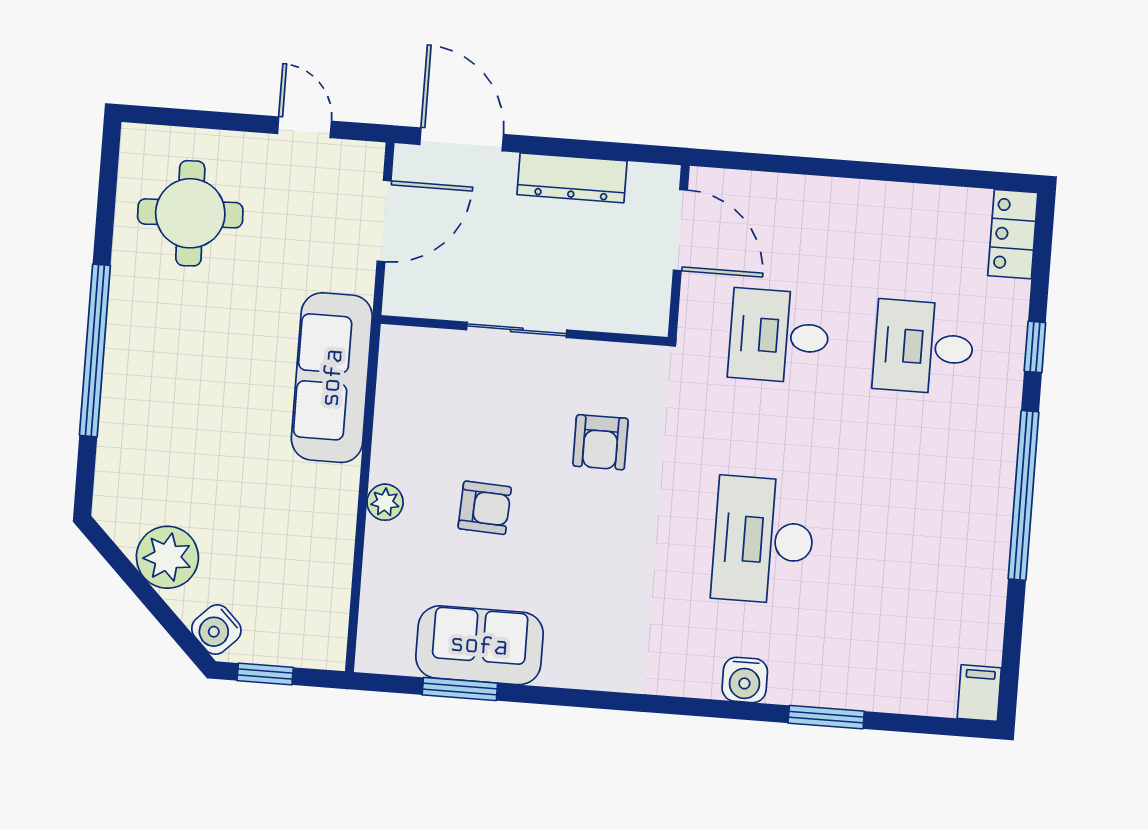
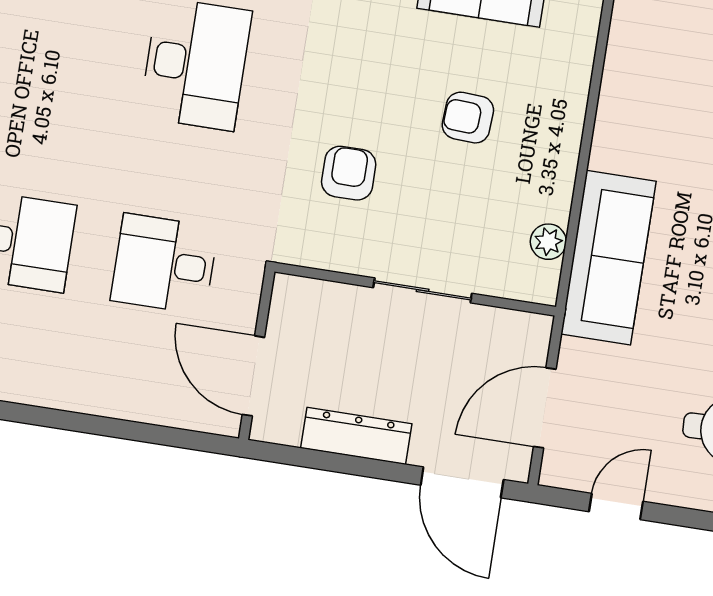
door: (304, 127) -> (616, 506), swing flipped
desk: (779, 336) -> (164, 264), turned 180
plant: (385, 502) -> (548, 242), moved

